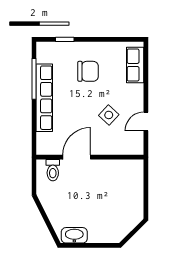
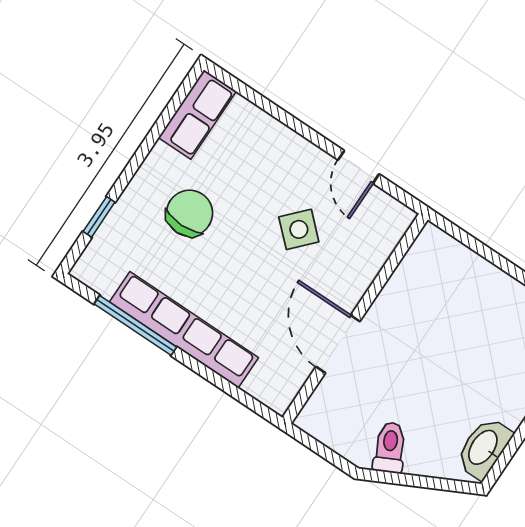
row of seats: (135, 65) -> (197, 114), moved, turned -90
toilet: (53, 170) -> (390, 448), moved, turned -117

